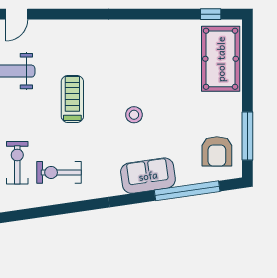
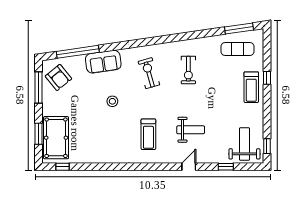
window: (247, 65) -> (39, 134), added
treadmill: (72, 99) -> (148, 134), moved
armchair: (217, 151) -> (58, 77), turned 141
exercise bike: (59, 172) -> (149, 73), moved, turned -106

